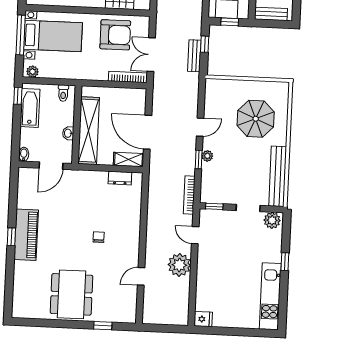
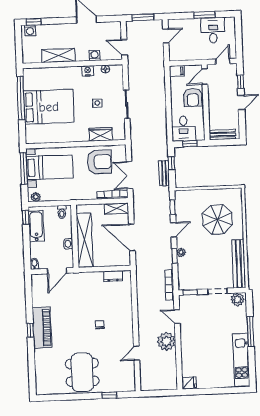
window: (201, 99) -> (173, 207), added
shelving: (129, 160) -> (116, 209), moved
window: (285, 262) -> (250, 331), width x2.17

